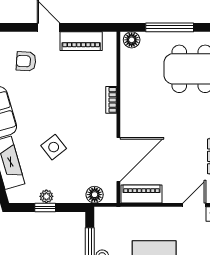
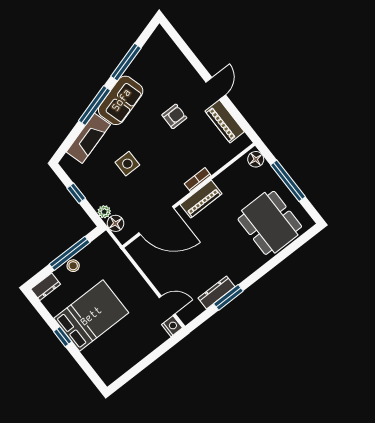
armchair: (26, 61) -> (174, 116), moved, turned 86
side table: (54, 147) -> (127, 164), turned 38
piano: (142, 194) -> (201, 199), moved, turned 90
plant: (46, 196) -> (104, 212), moved

